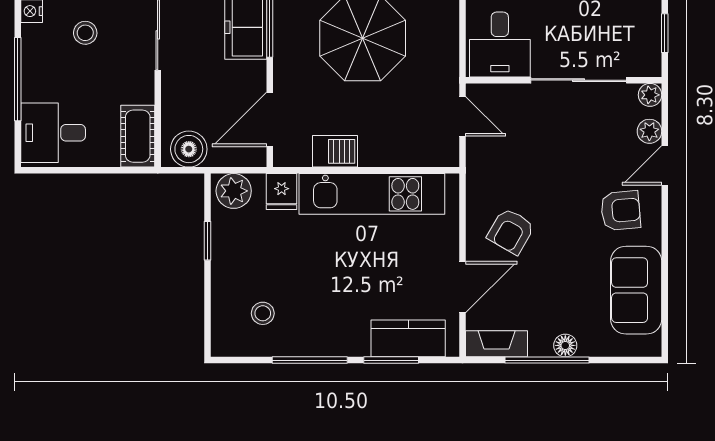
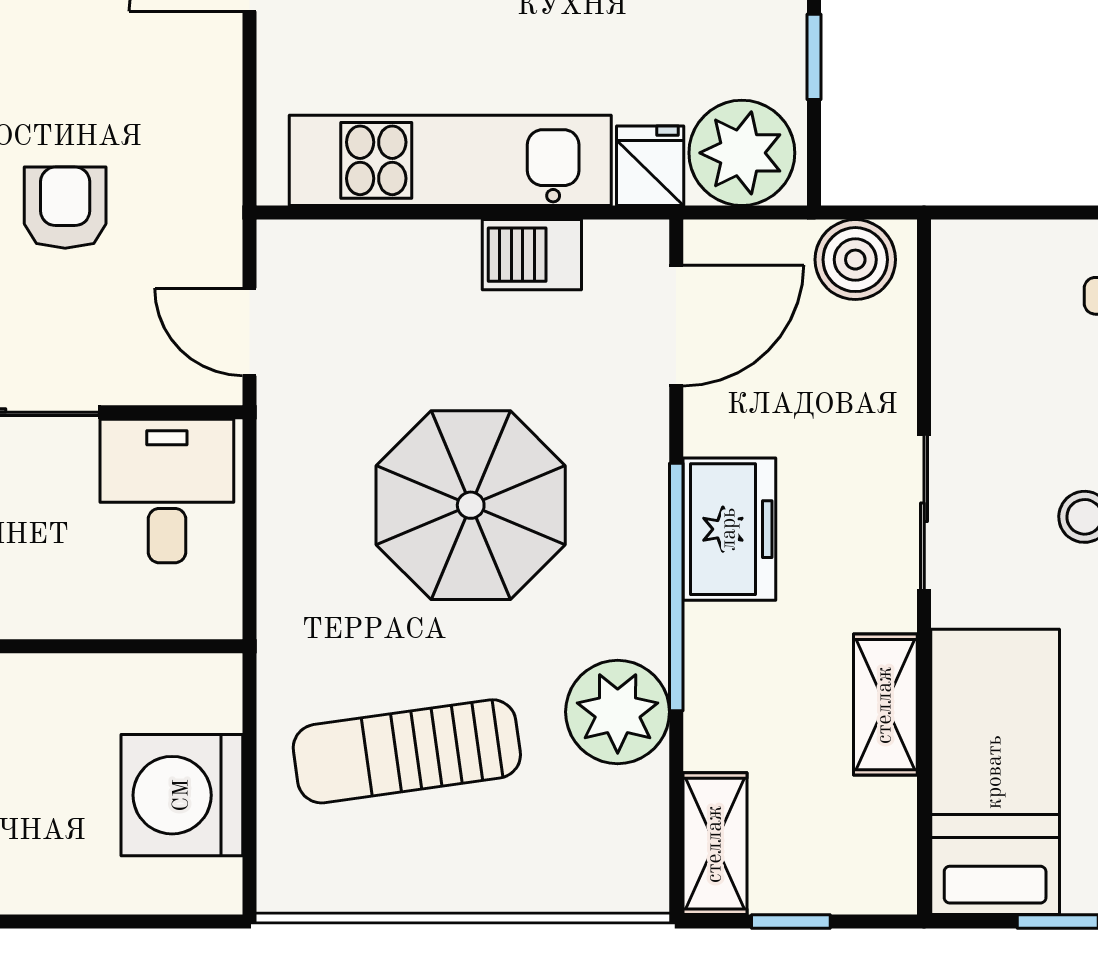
cot: (138, 136) -> (968, 288), removed
plant: (234, 191) -> (742, 153), width x1.36, depth x1.36
armchair: (511, 231) -> (65, 208), moved, turned -30

